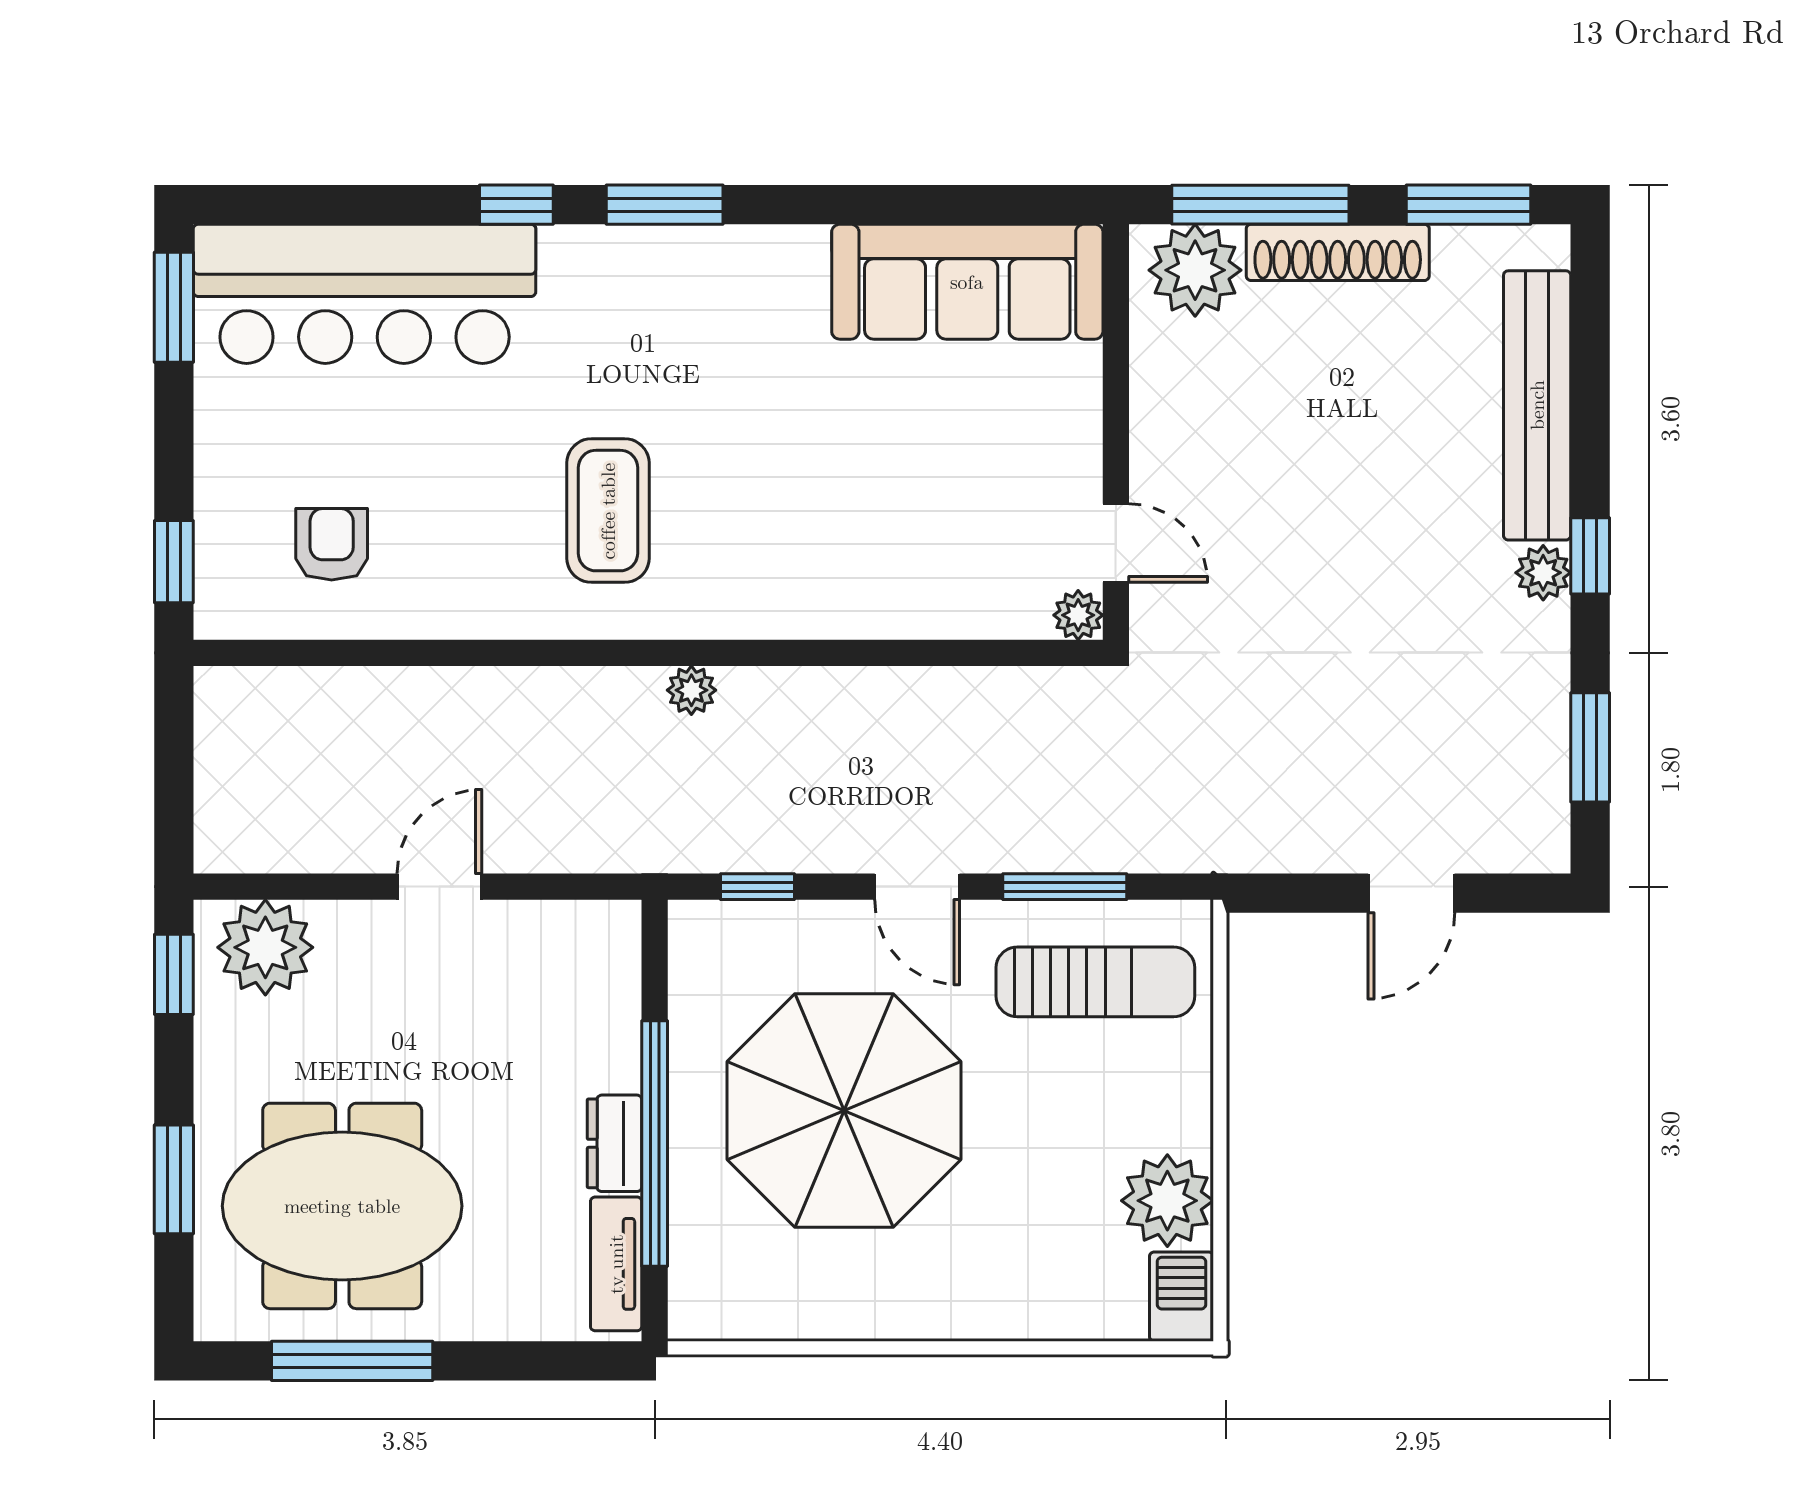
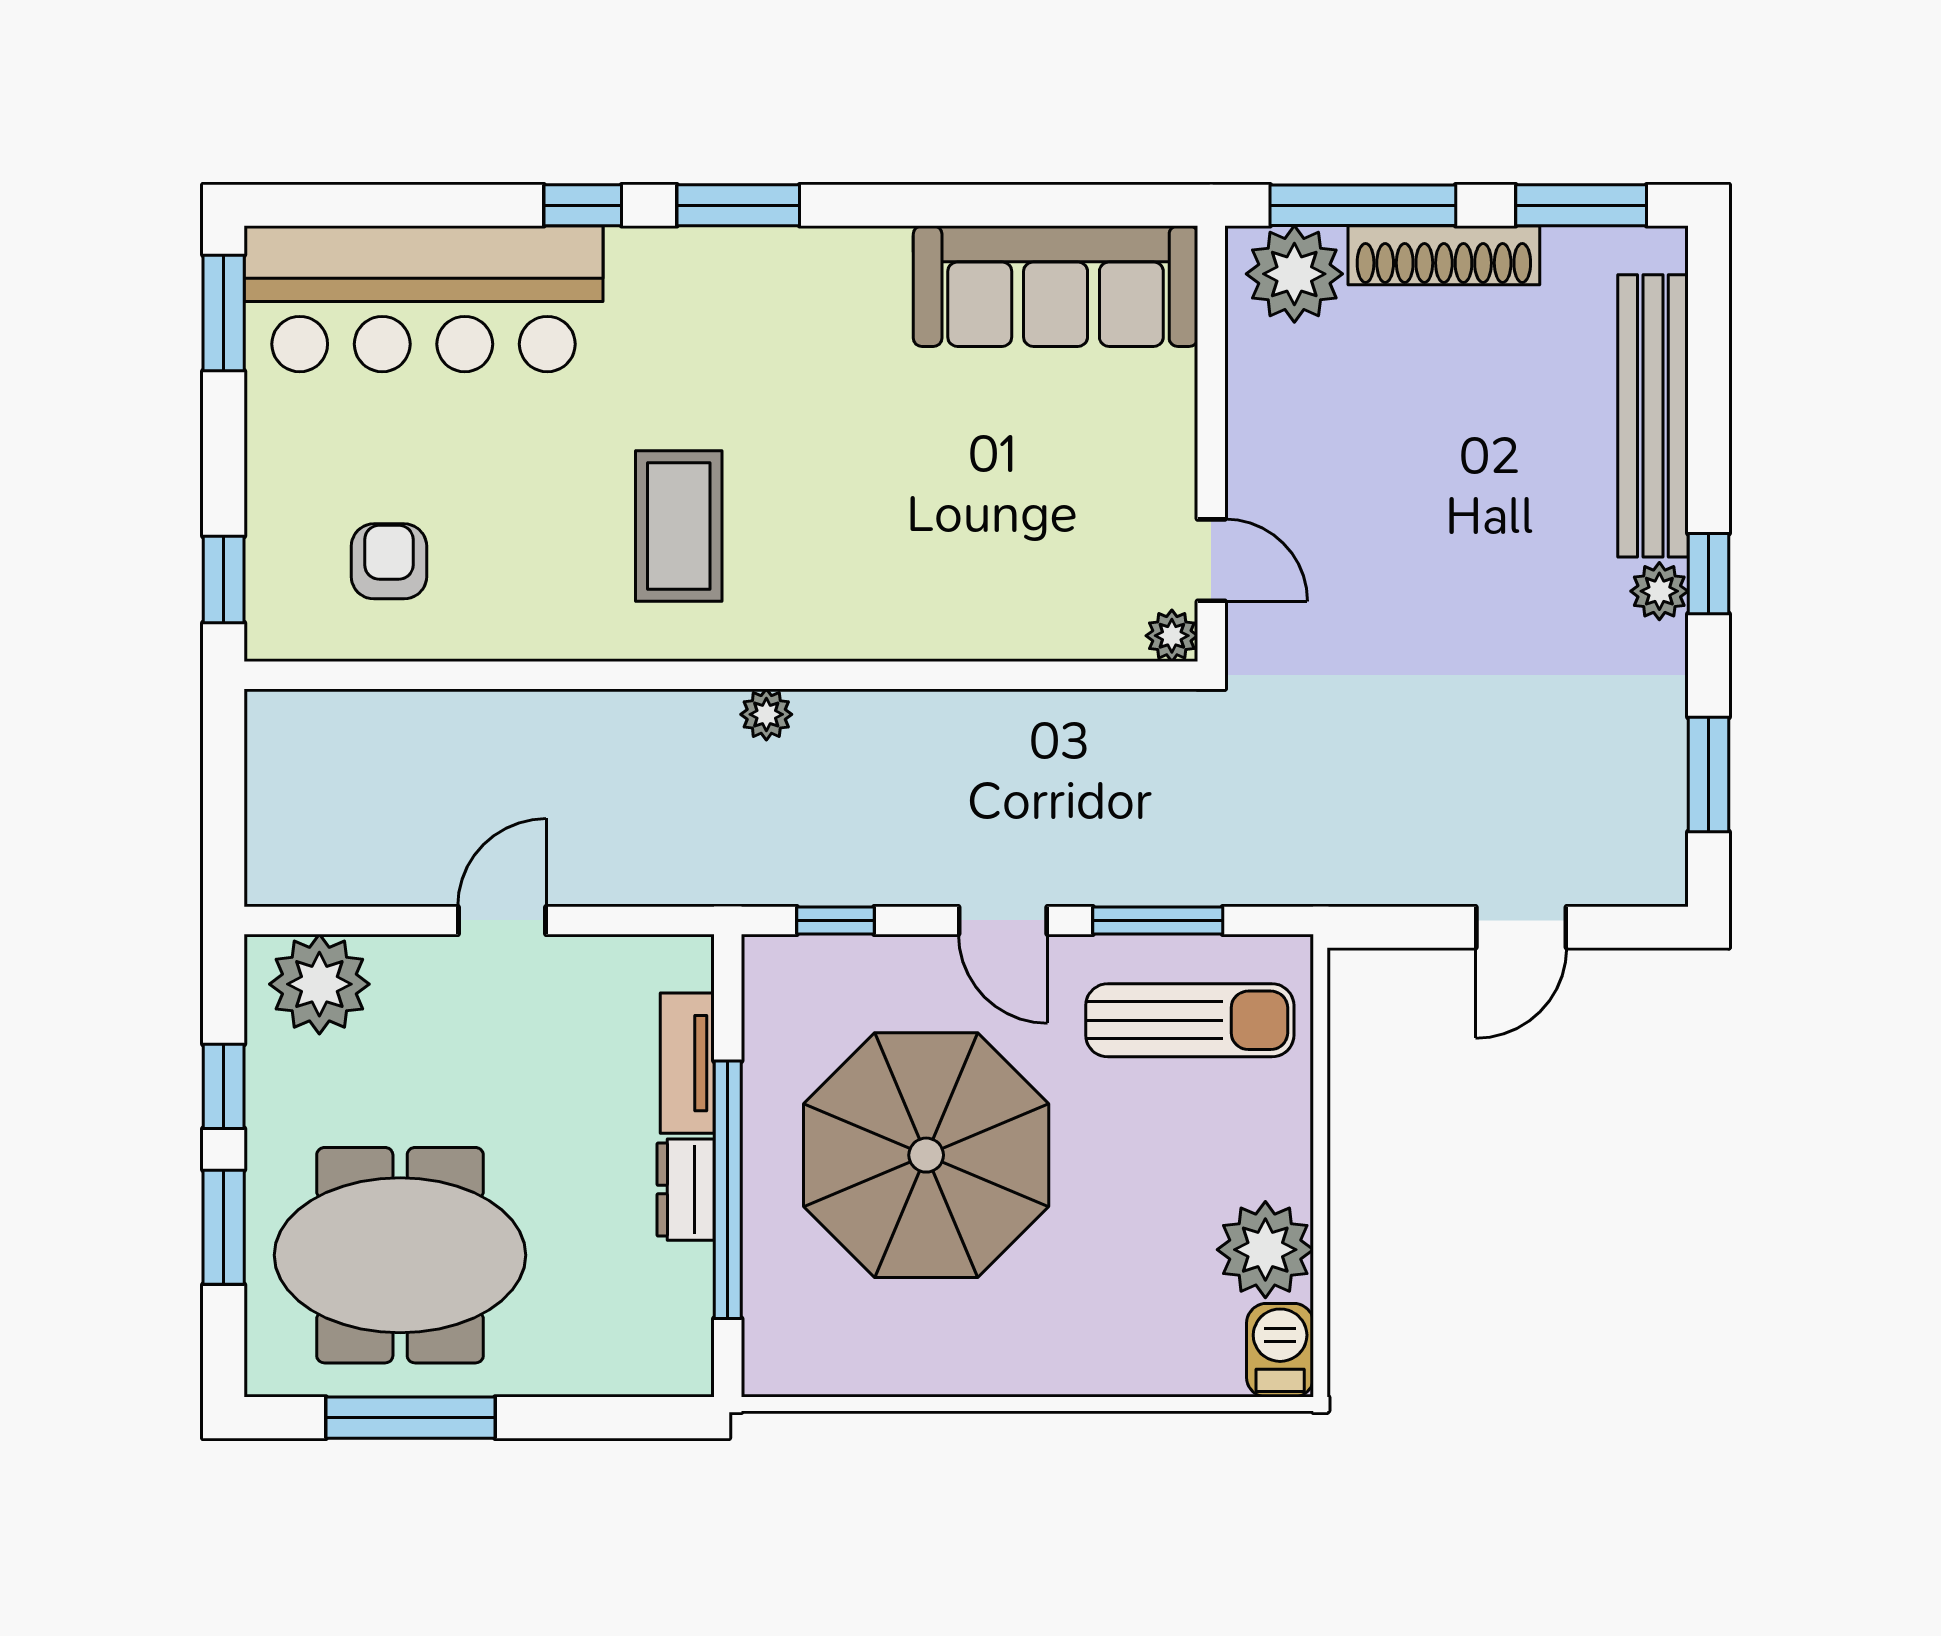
window: (174, 974) -> (224, 1086), moved
tv unit: (616, 1264) -> (687, 1063), moved

